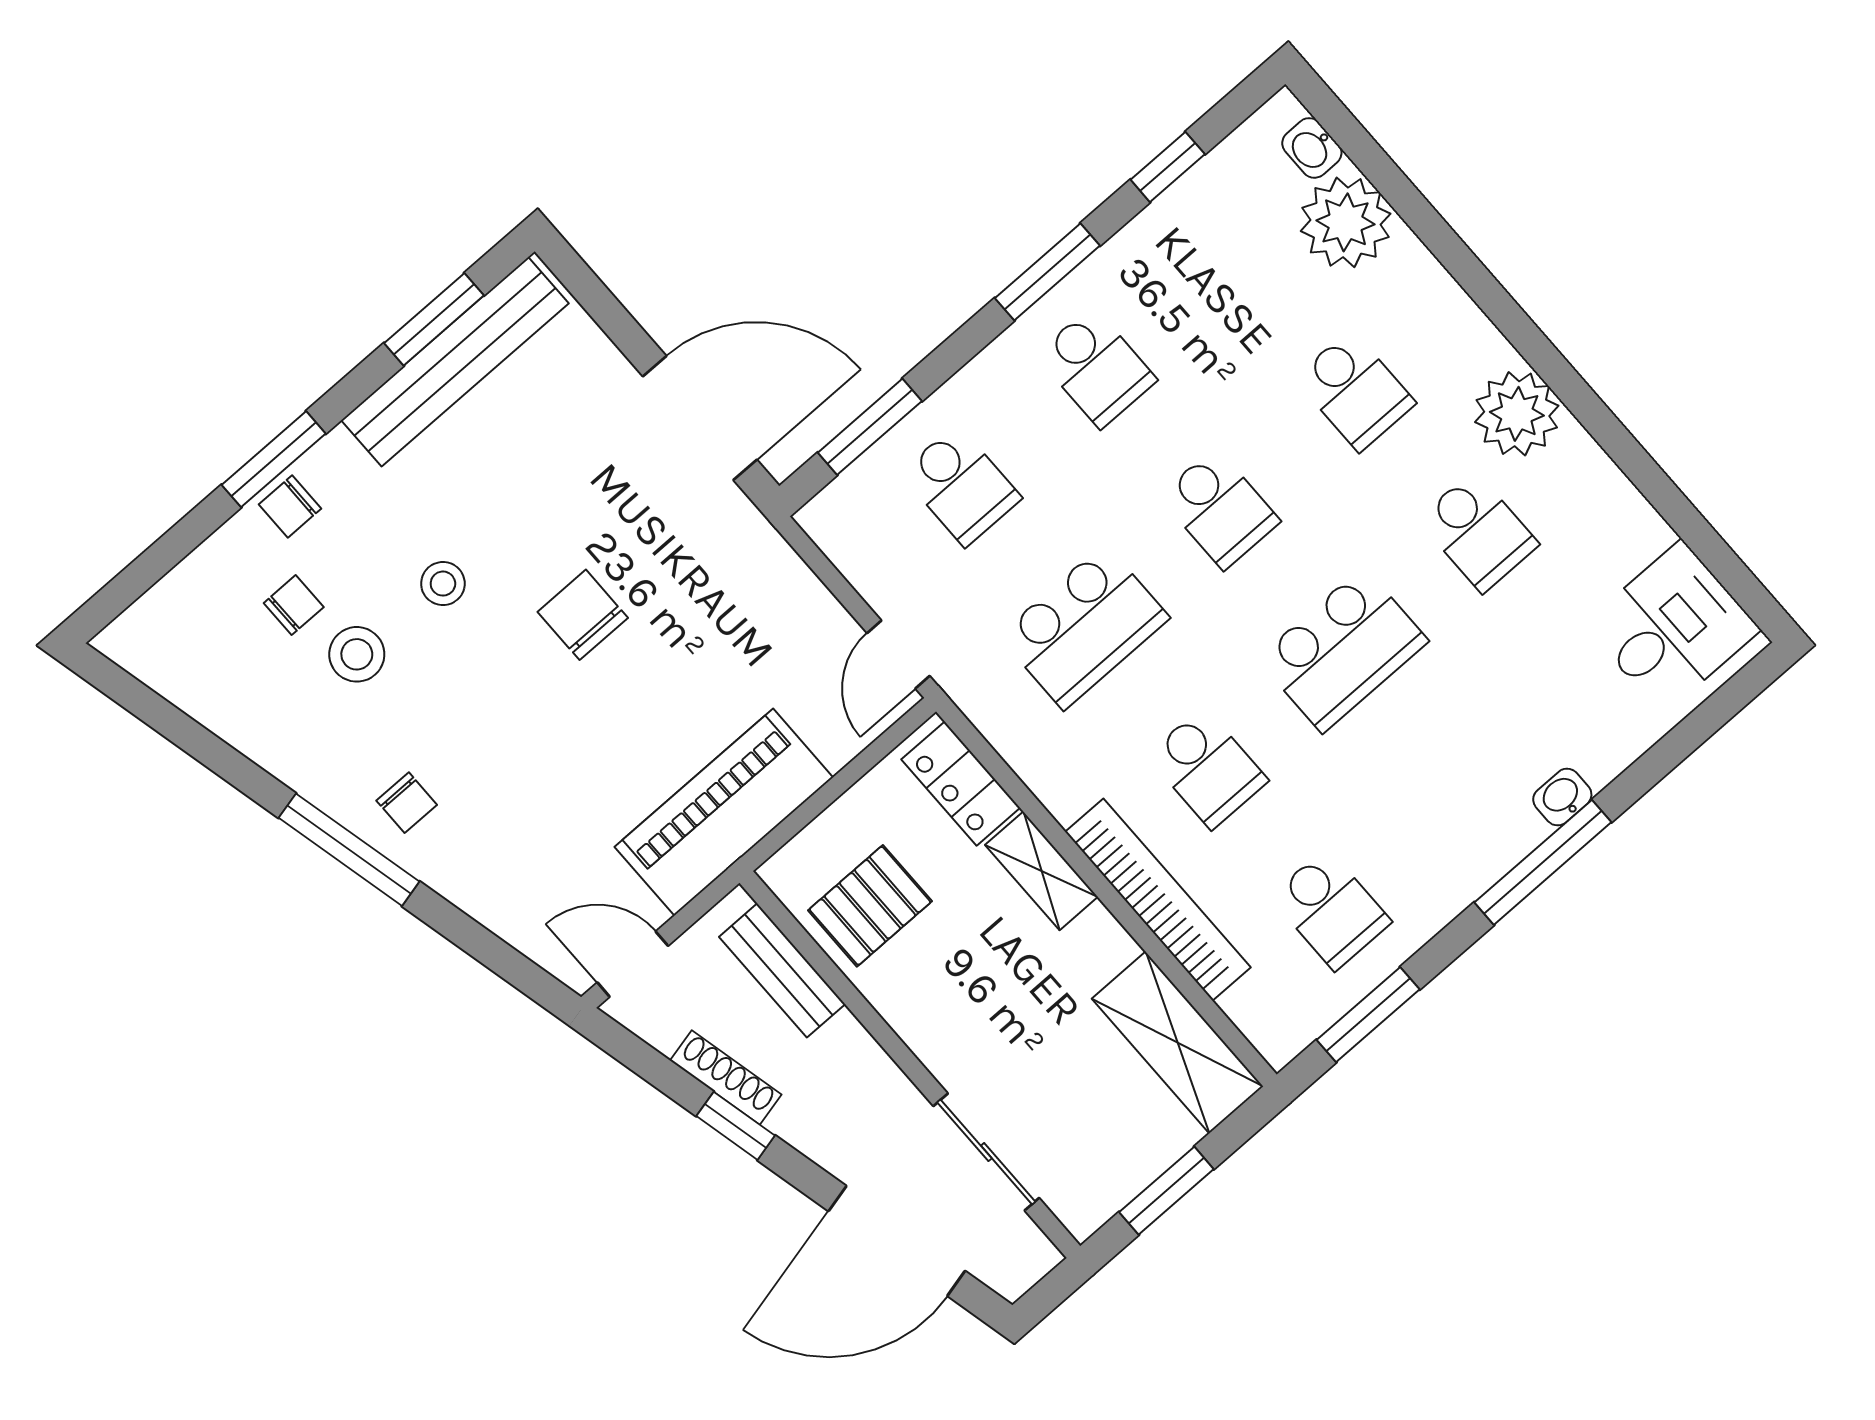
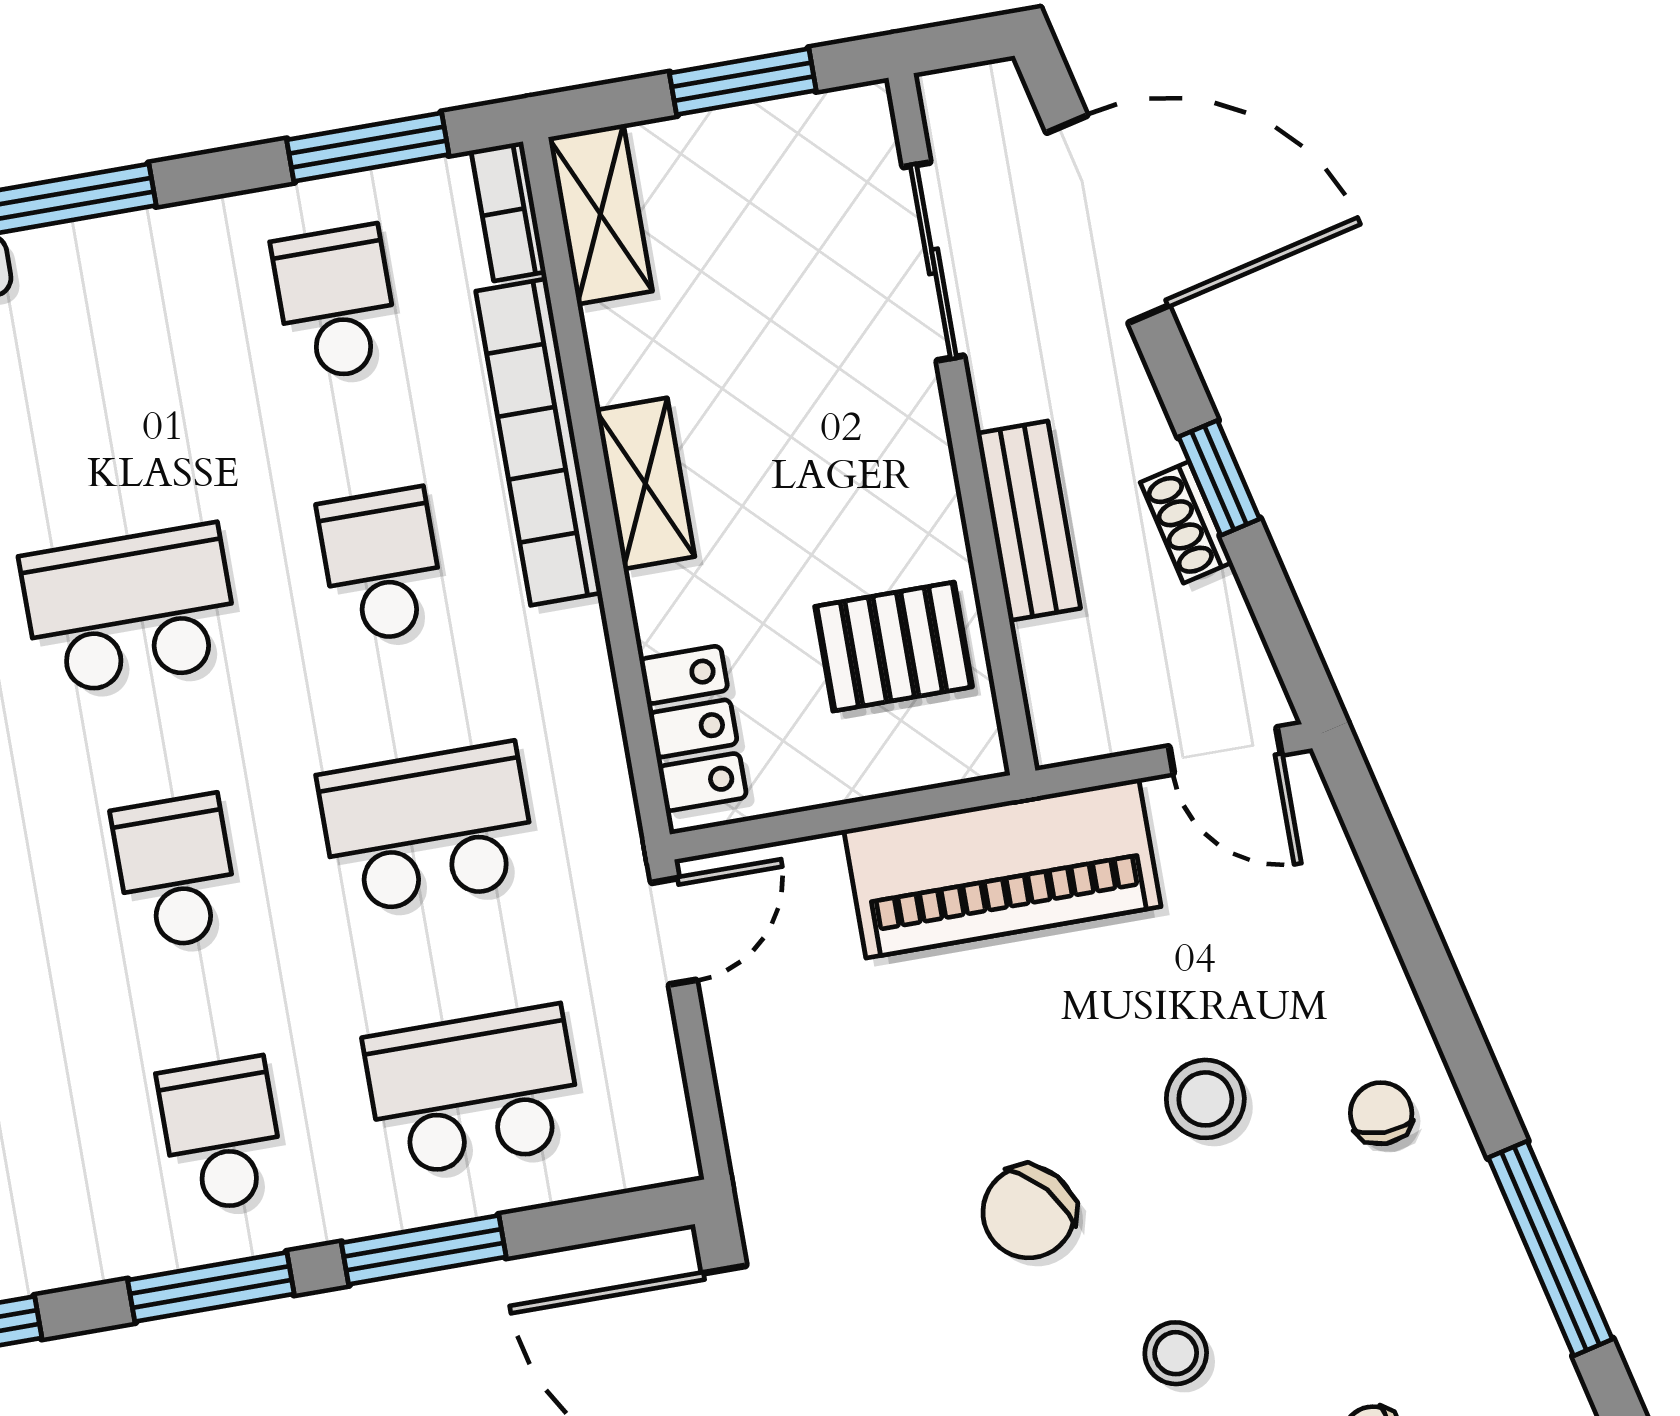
window: (870, 427) -> (424, 1250), moved
school desk: (961, 486) -> (473, 1091), width x1.85
chair: (583, 615) -> (1029, 1212), turned 49
stool: (357, 654) -> (1205, 1099), moved
window: (349, 850) -> (1550, 1248), moved
shelving: (1041, 871) -> (645, 483), moved
bench: (782, 970) -> (1028, 521), moved
bookcase: (1260, 1027) -> (508, 211), added
shelving: (1178, 1042) -> (600, 214), width x0.67, depth x0.75
shoe rack: (726, 1078) -> (1186, 522), width x0.70

